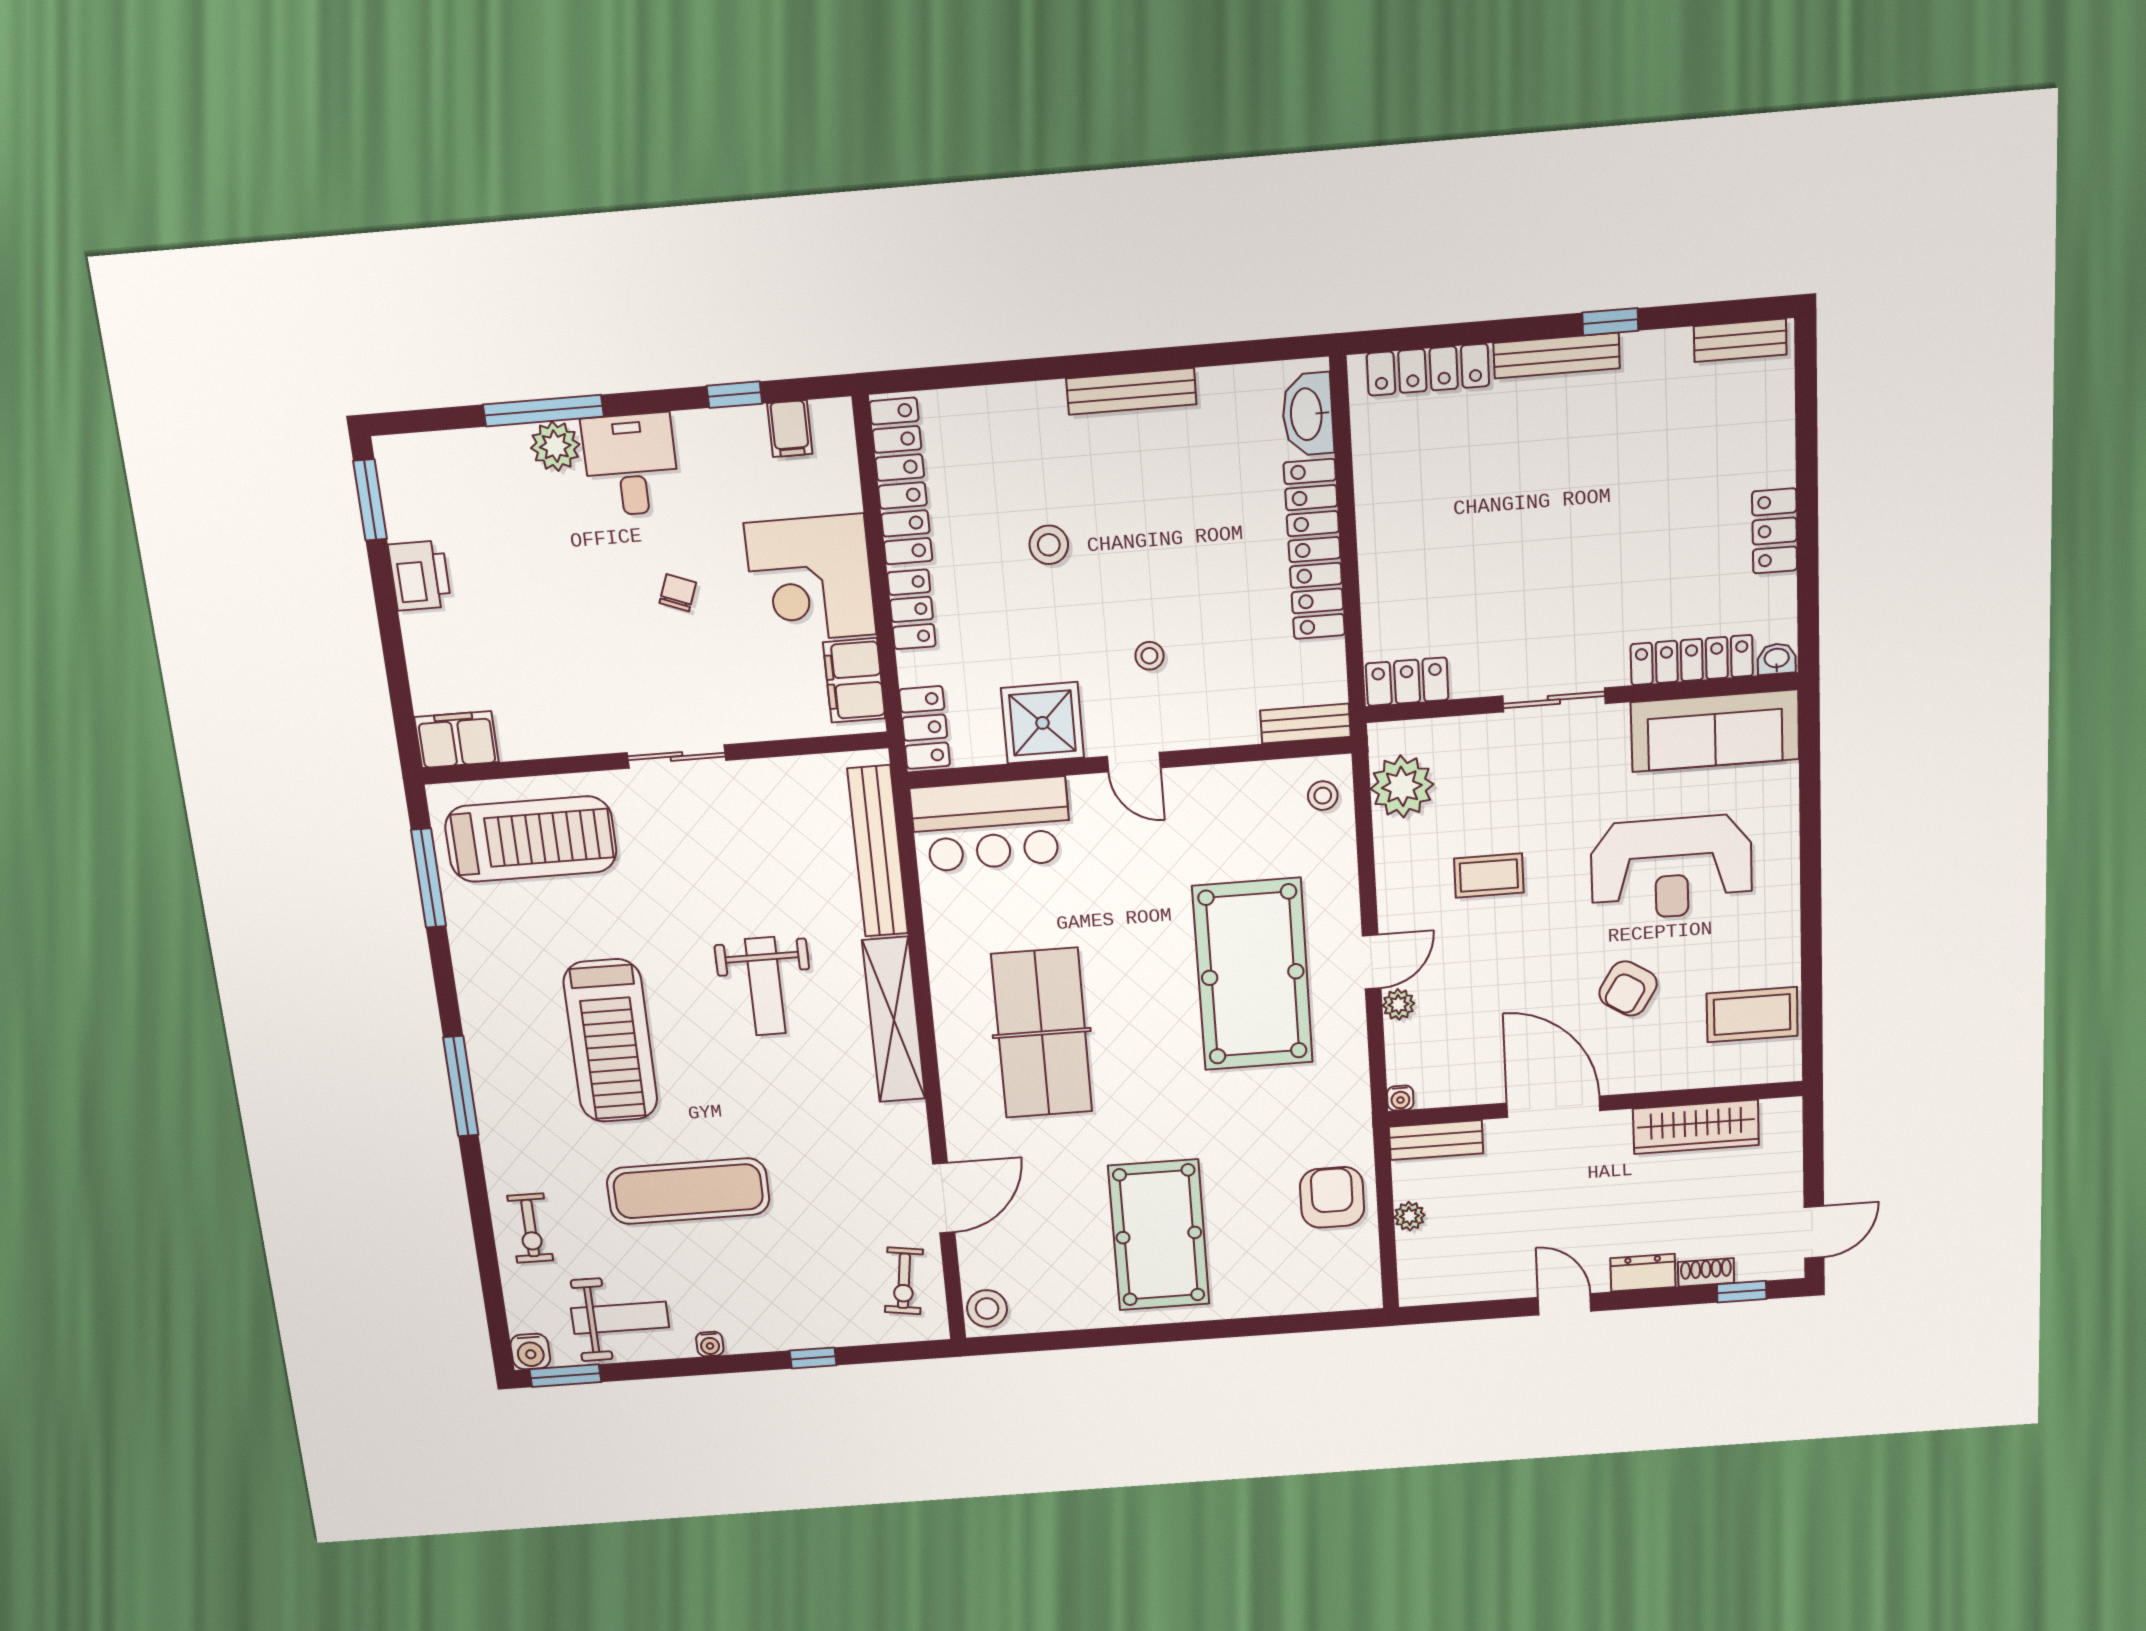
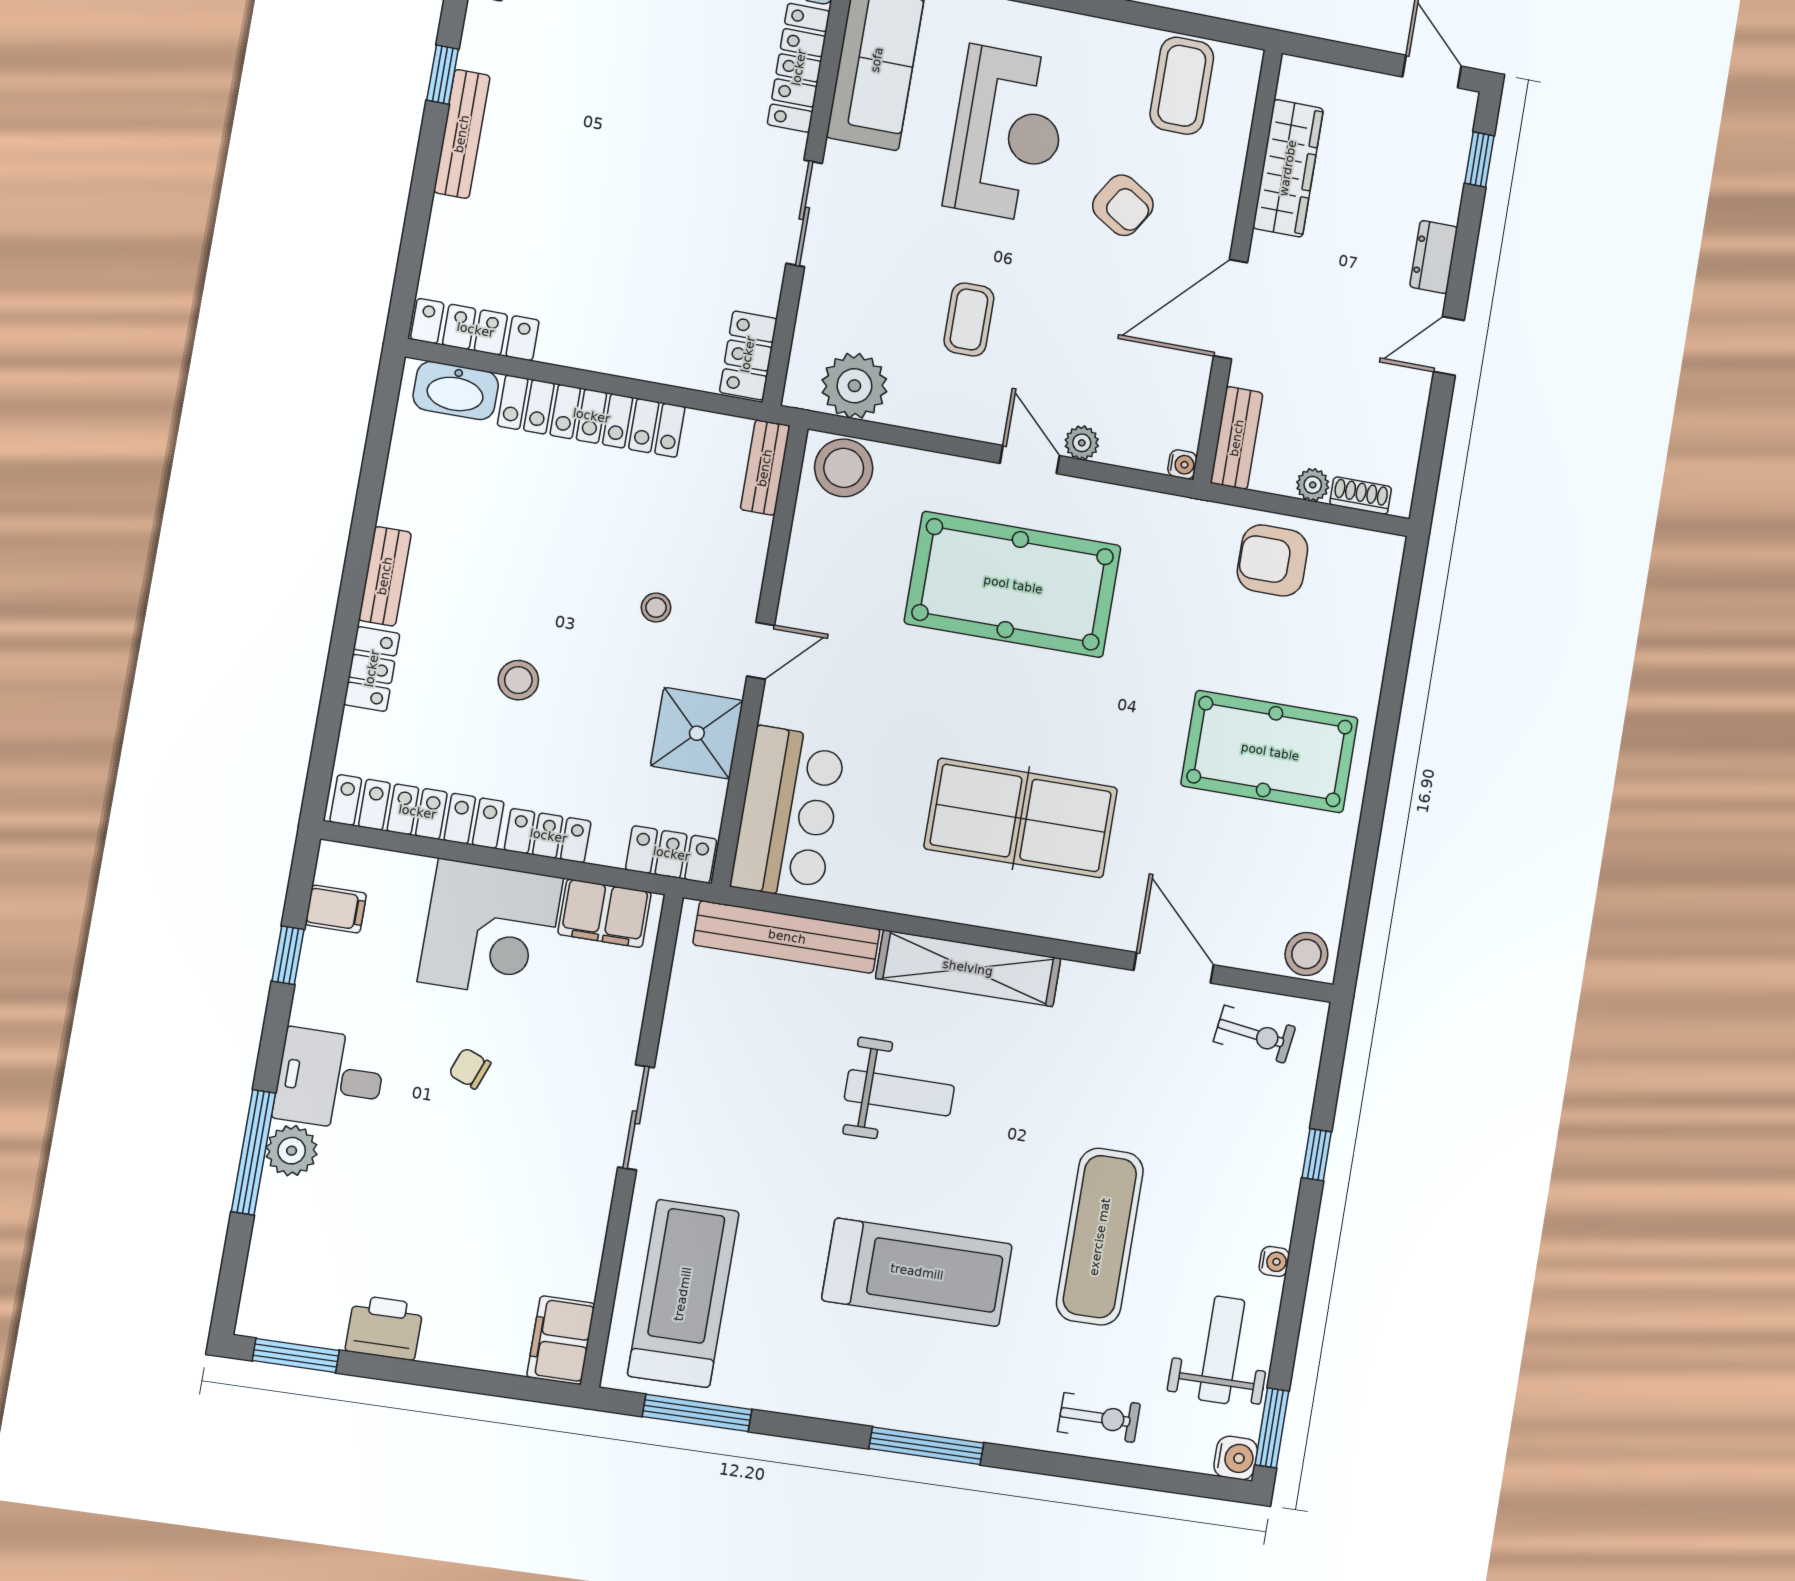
locker: (1428, 370) -> (475, 330), moved, turned -90
bench: (1131, 391) -> (385, 576), width x0.73
locker: (1023, 403) -> (372, 669), added
stool: (1323, 796) -> (844, 468), width x1.89, depth x1.89
shoe rack: (1706, 1272) -> (1361, 496), moved, turned 90

